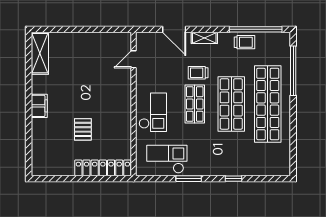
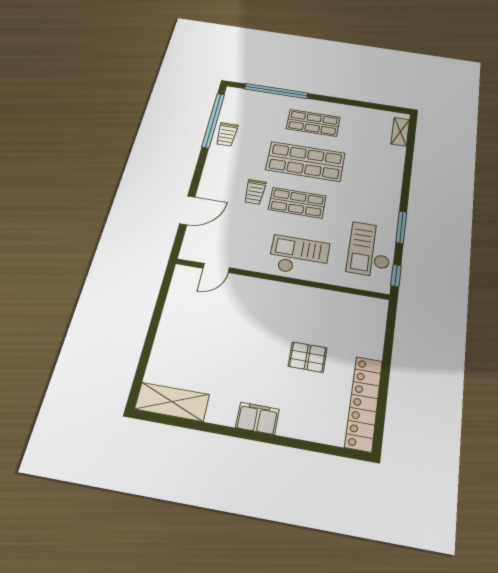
shelving: (204, 38) -> (400, 132), moved
trolley: (244, 42) -> (227, 134), turned 180
door: (133, 59) -> (216, 268), hinge flipped
shop shelf: (268, 104) -> (313, 123), width x0.50, depth x0.74
locker: (103, 168) -> (364, 403), moved
window: (233, 179) -> (396, 276), moved

